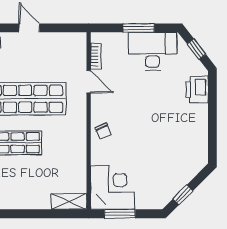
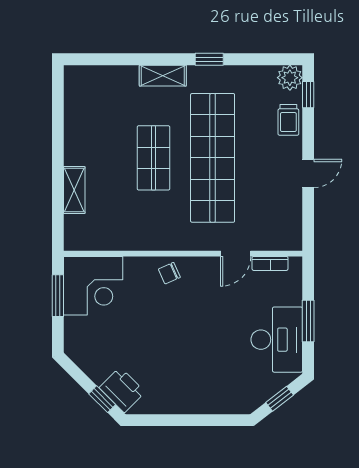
printer: (197, 90) -> (122, 390), moved, turned 45
window: (183, 195) -> (102, 399), moved
shelving: (69, 202) -> (74, 190), moved

